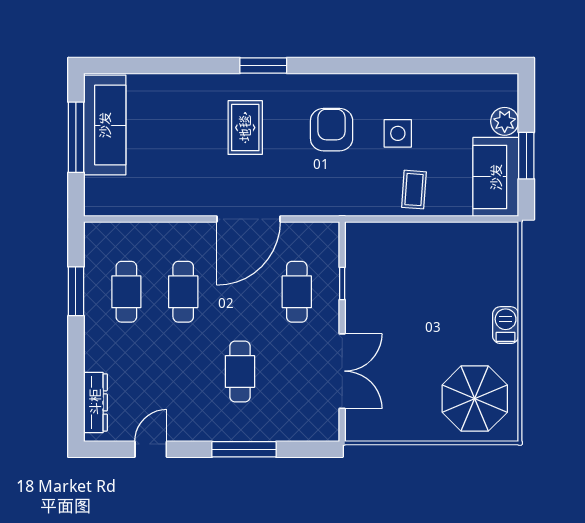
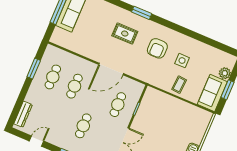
rug: (245, 128) -> (125, 34), turned 90
armchair: (332, 130) -> (157, 48), turned 180

